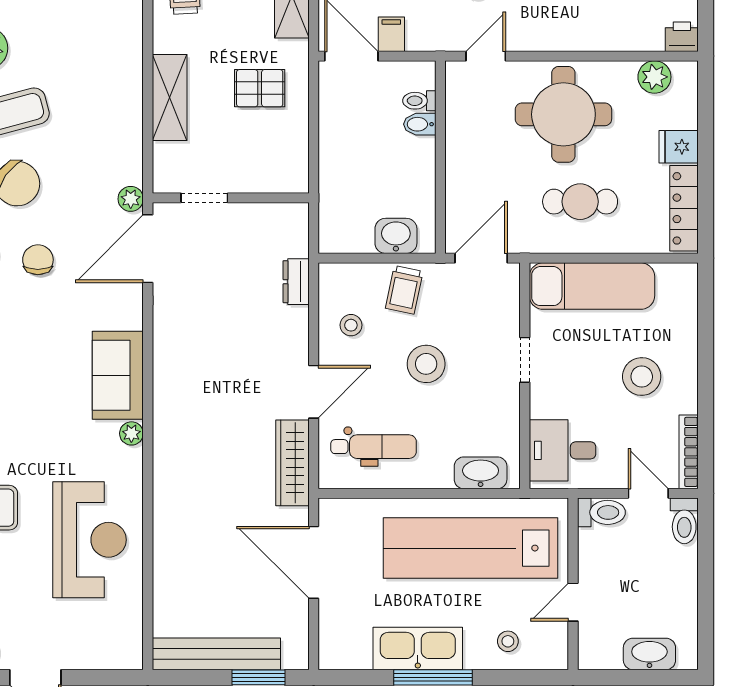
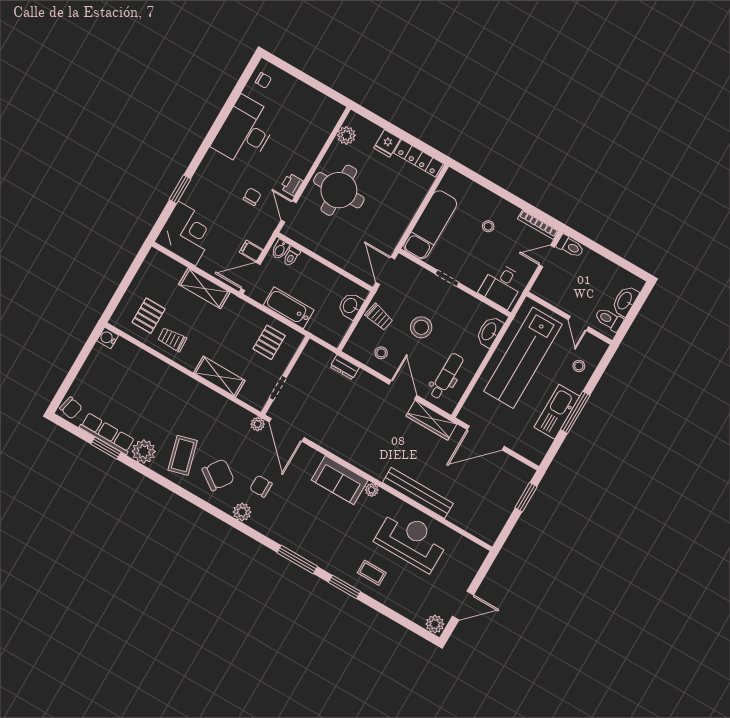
printer: (682, 37) -> (292, 185), moved
pallet: (260, 88) -> (269, 342), moved
bidet: (420, 124) -> (280, 249), moved
bathtub: (338, 142) -> (289, 308), added
cafe table: (580, 202) -> (386, 207), removed
stool: (642, 377) -> (488, 226), width x0.53, depth x0.53
toilet: (601, 512) -> (609, 319), moved, turned -90
bench: (216, 654) -> (418, 493), moved, turned 90

